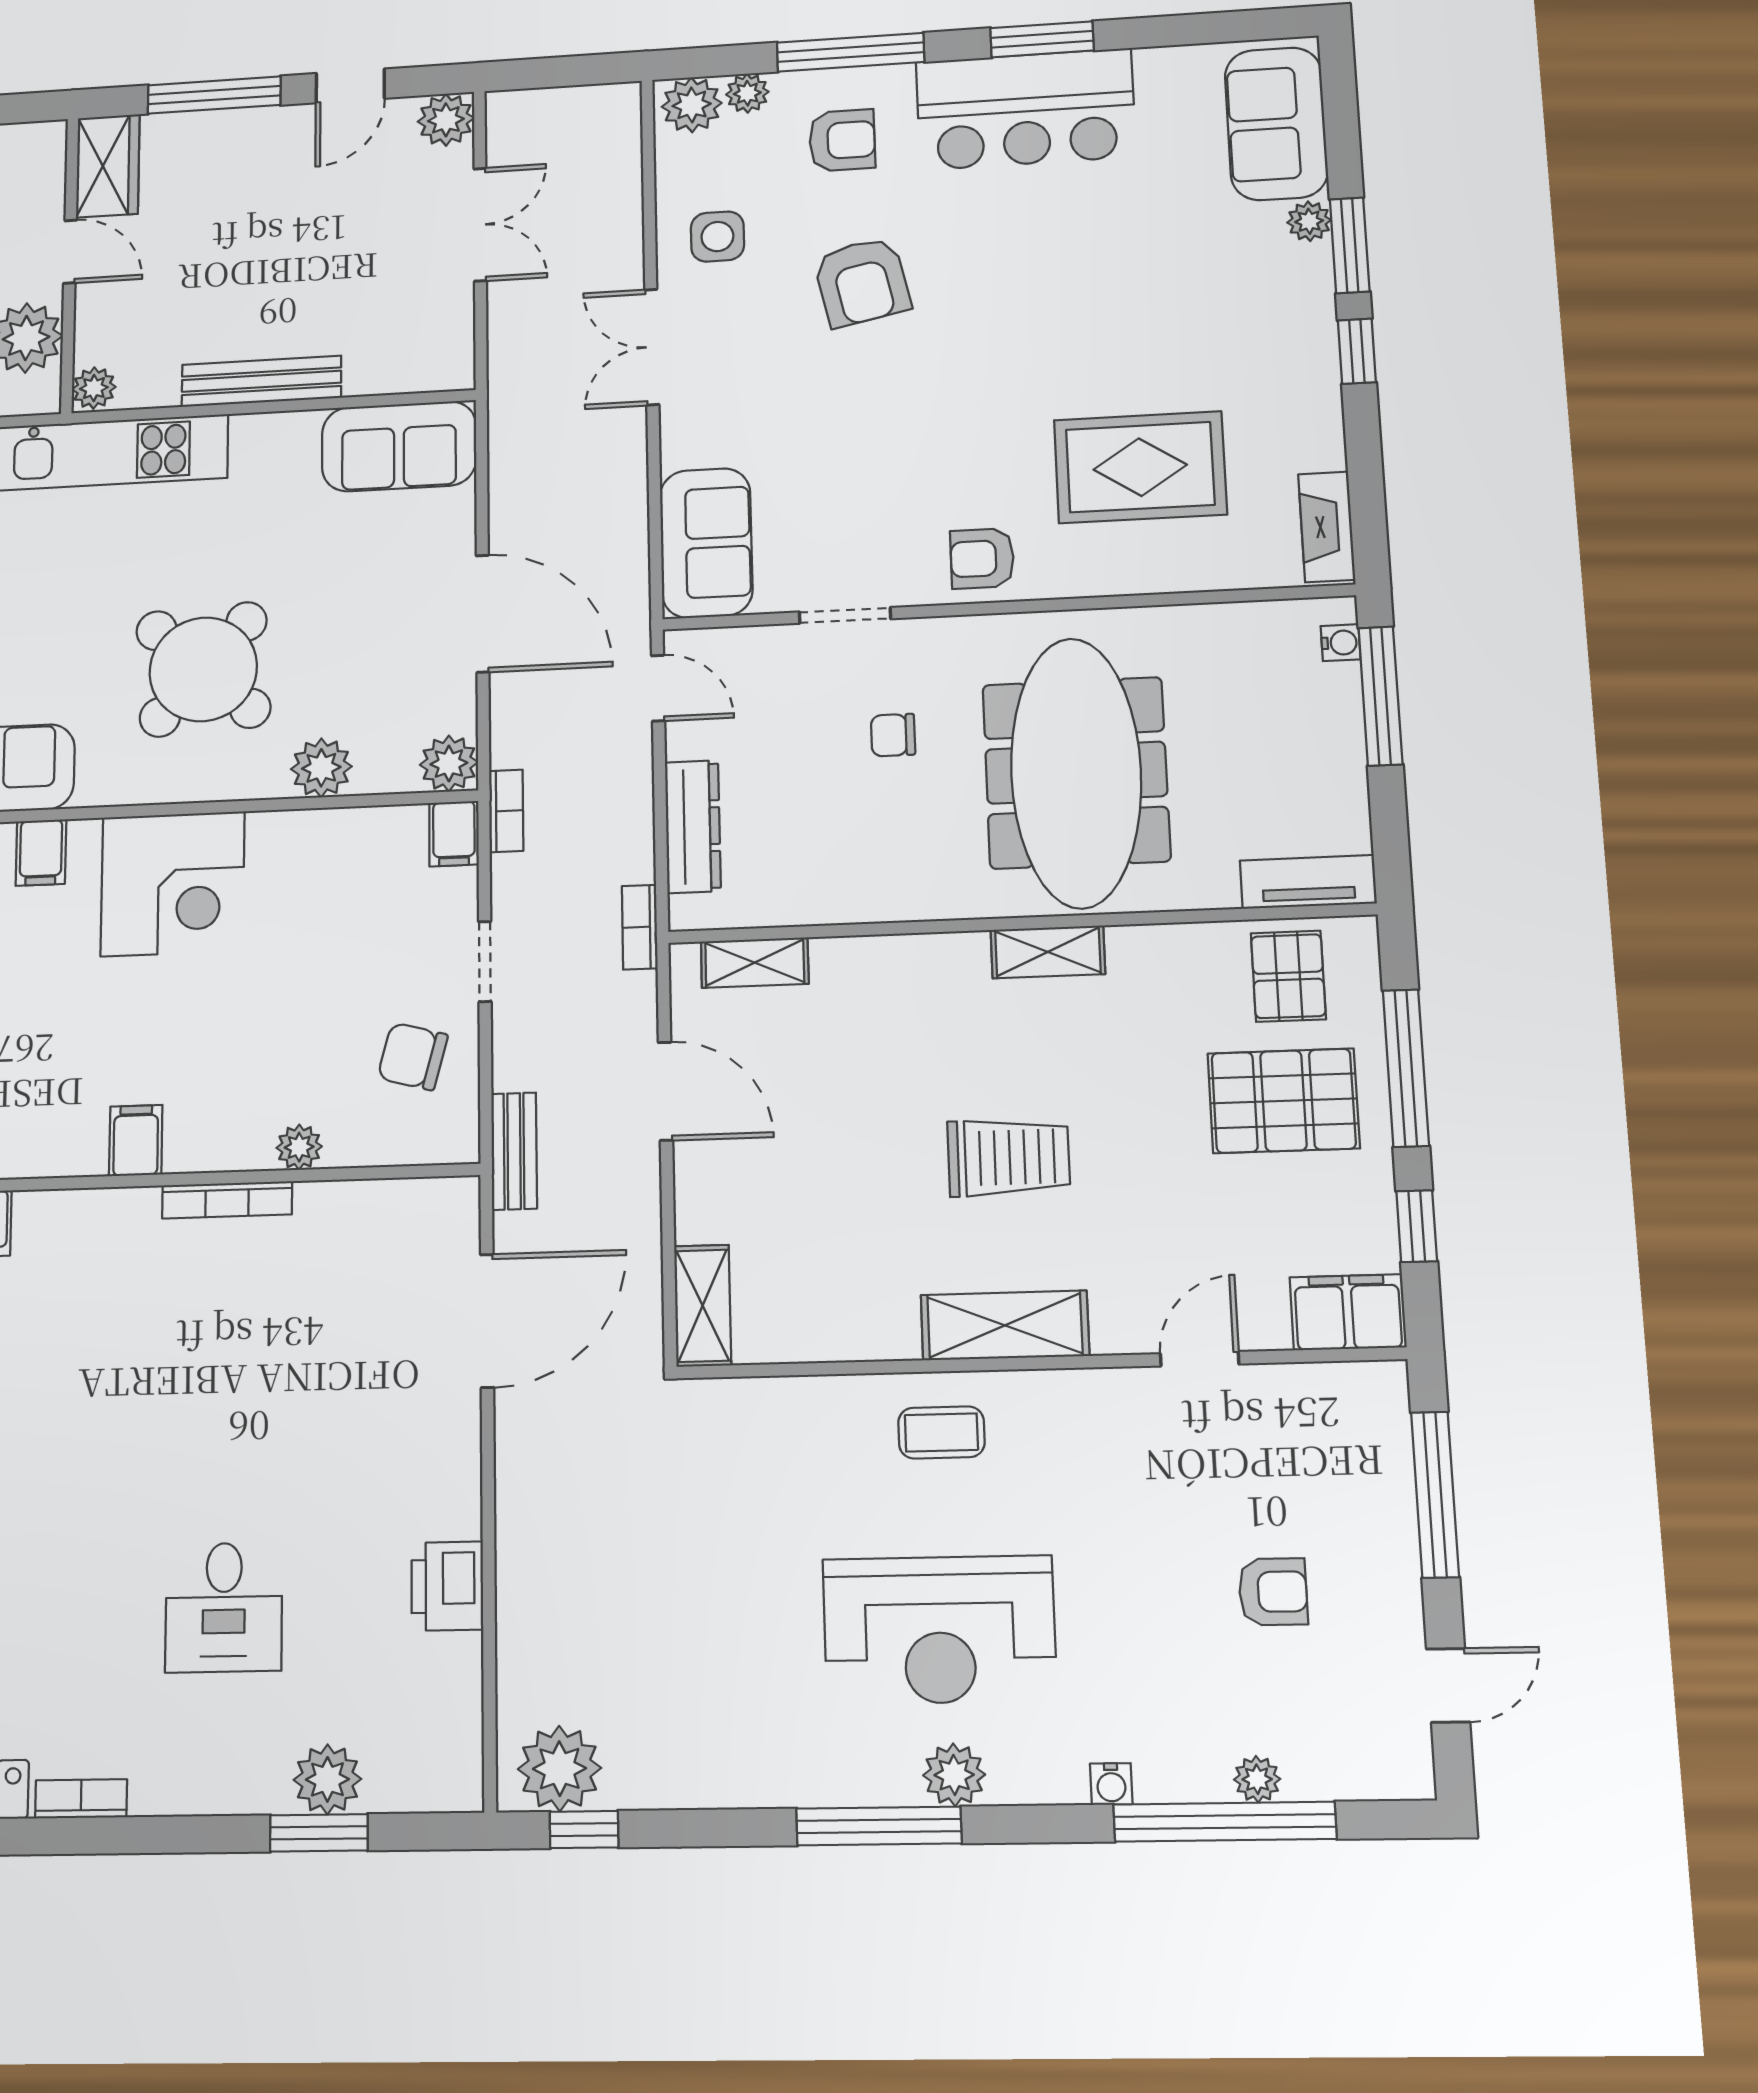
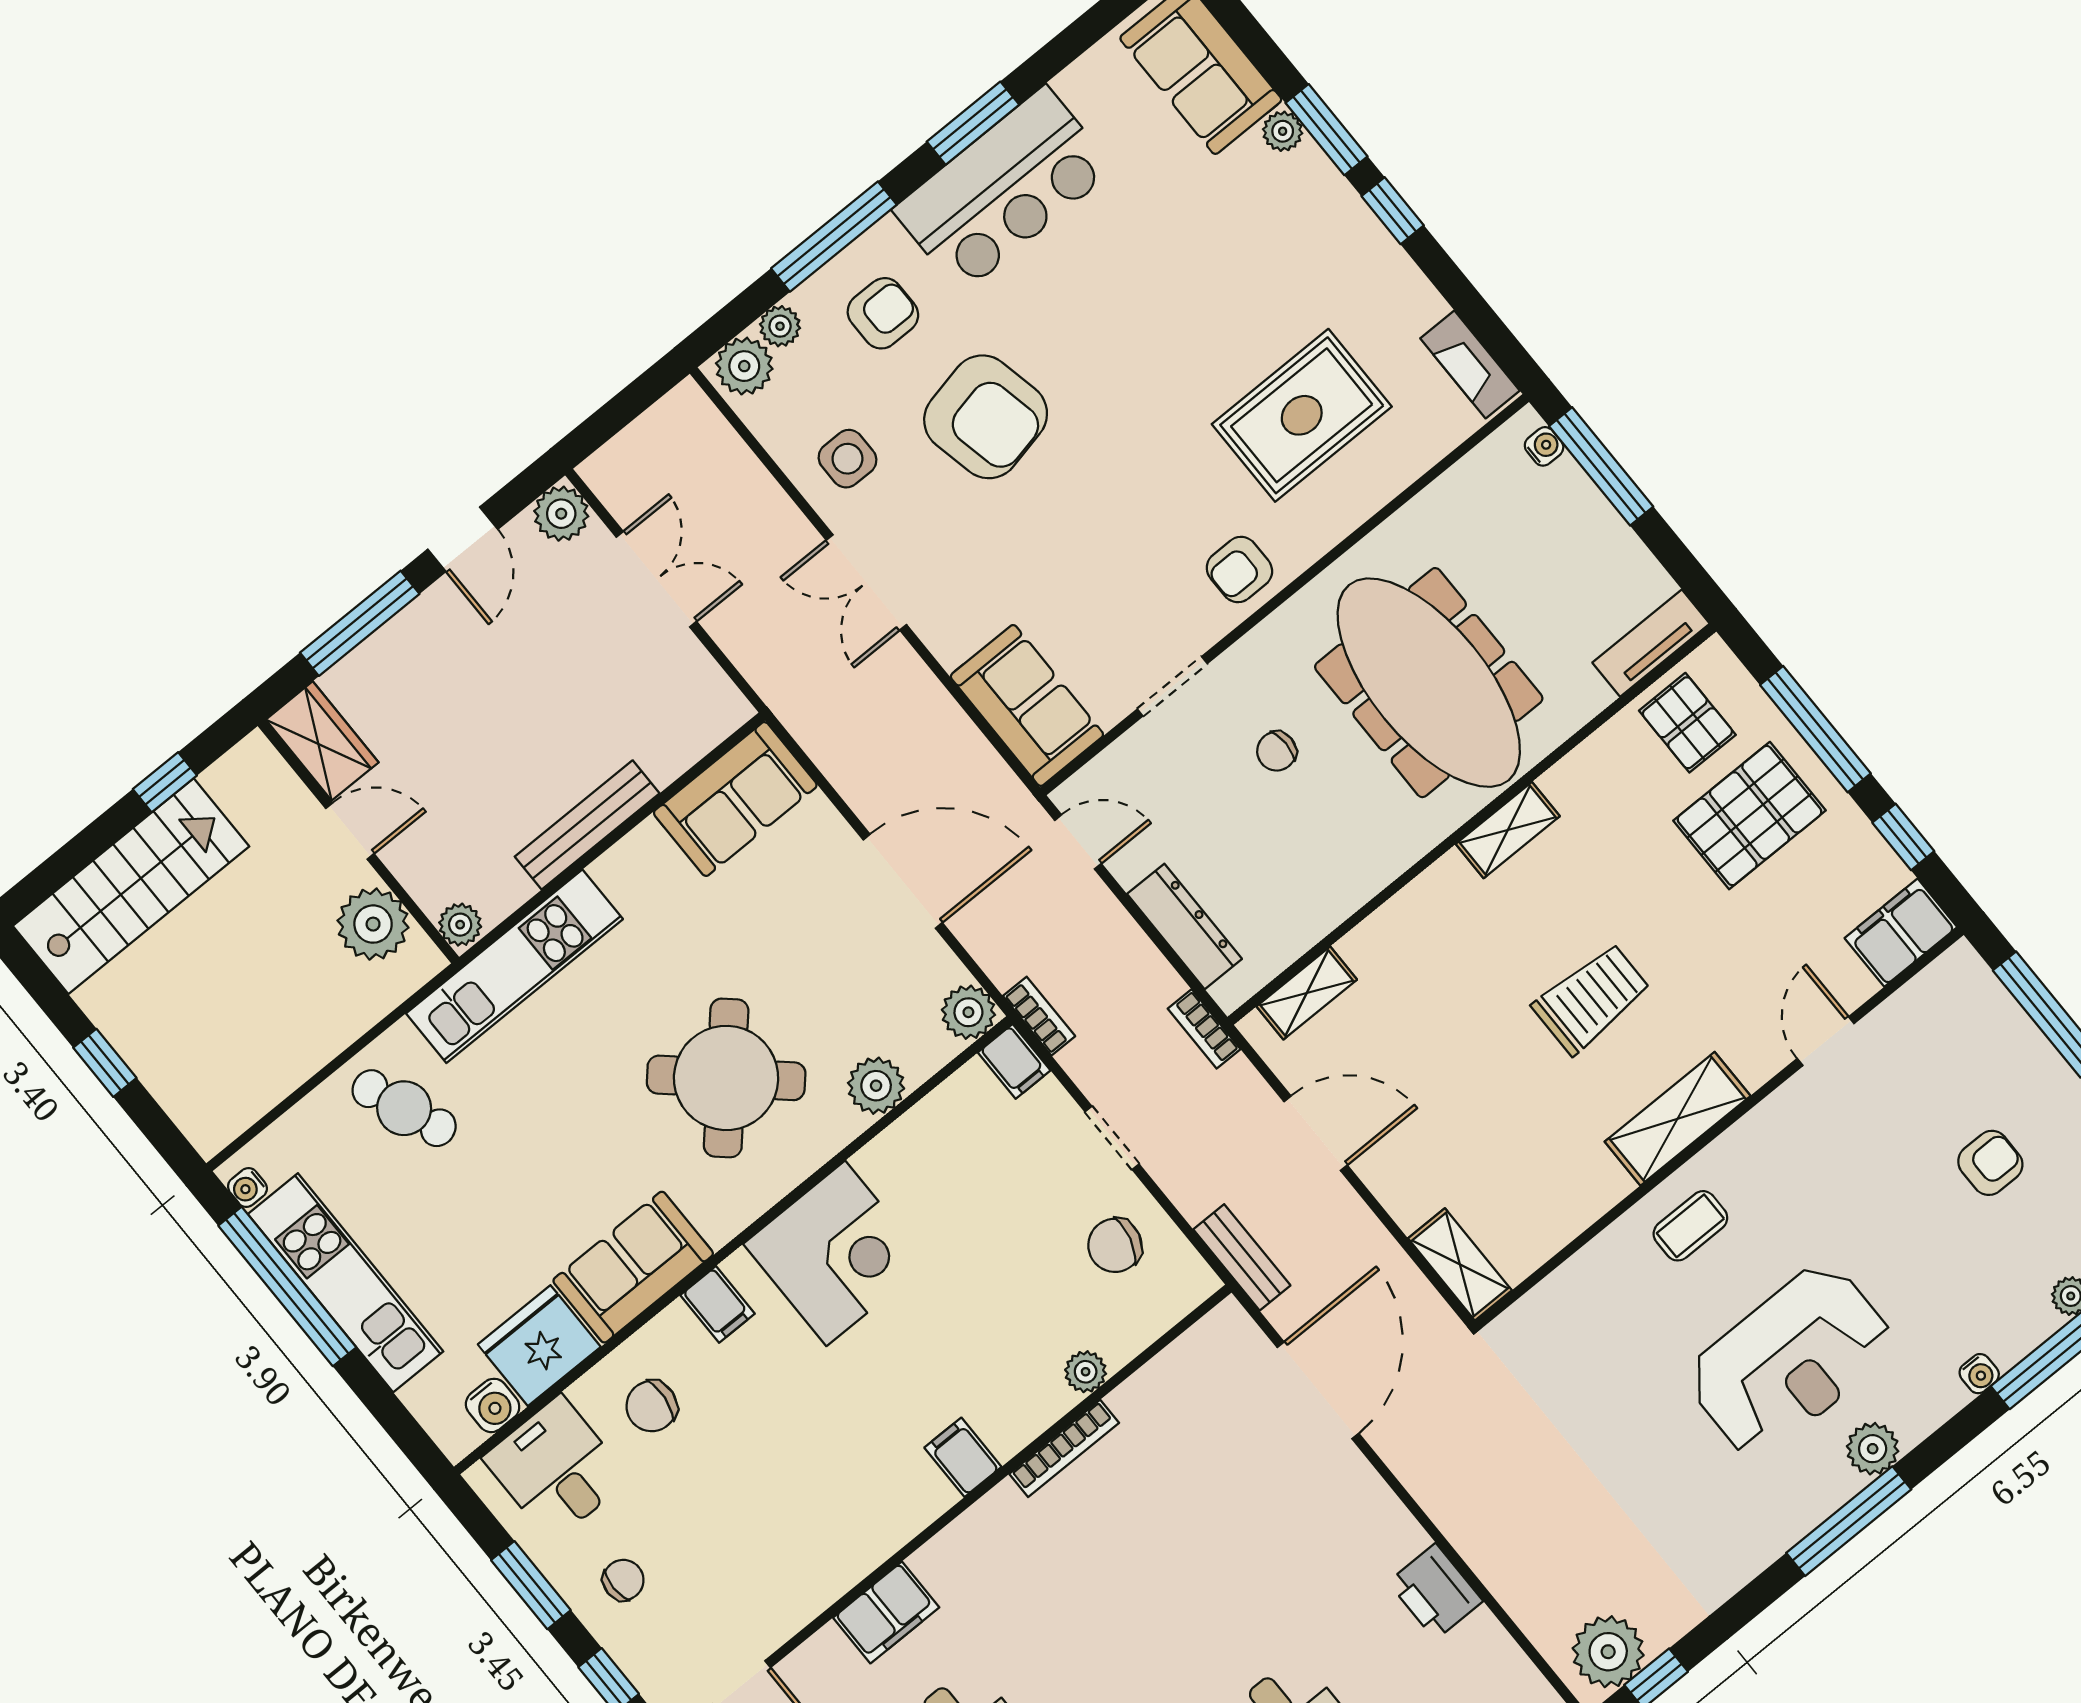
armchair: (862, 282) -> (986, 417), width x1.36, depth x1.36

